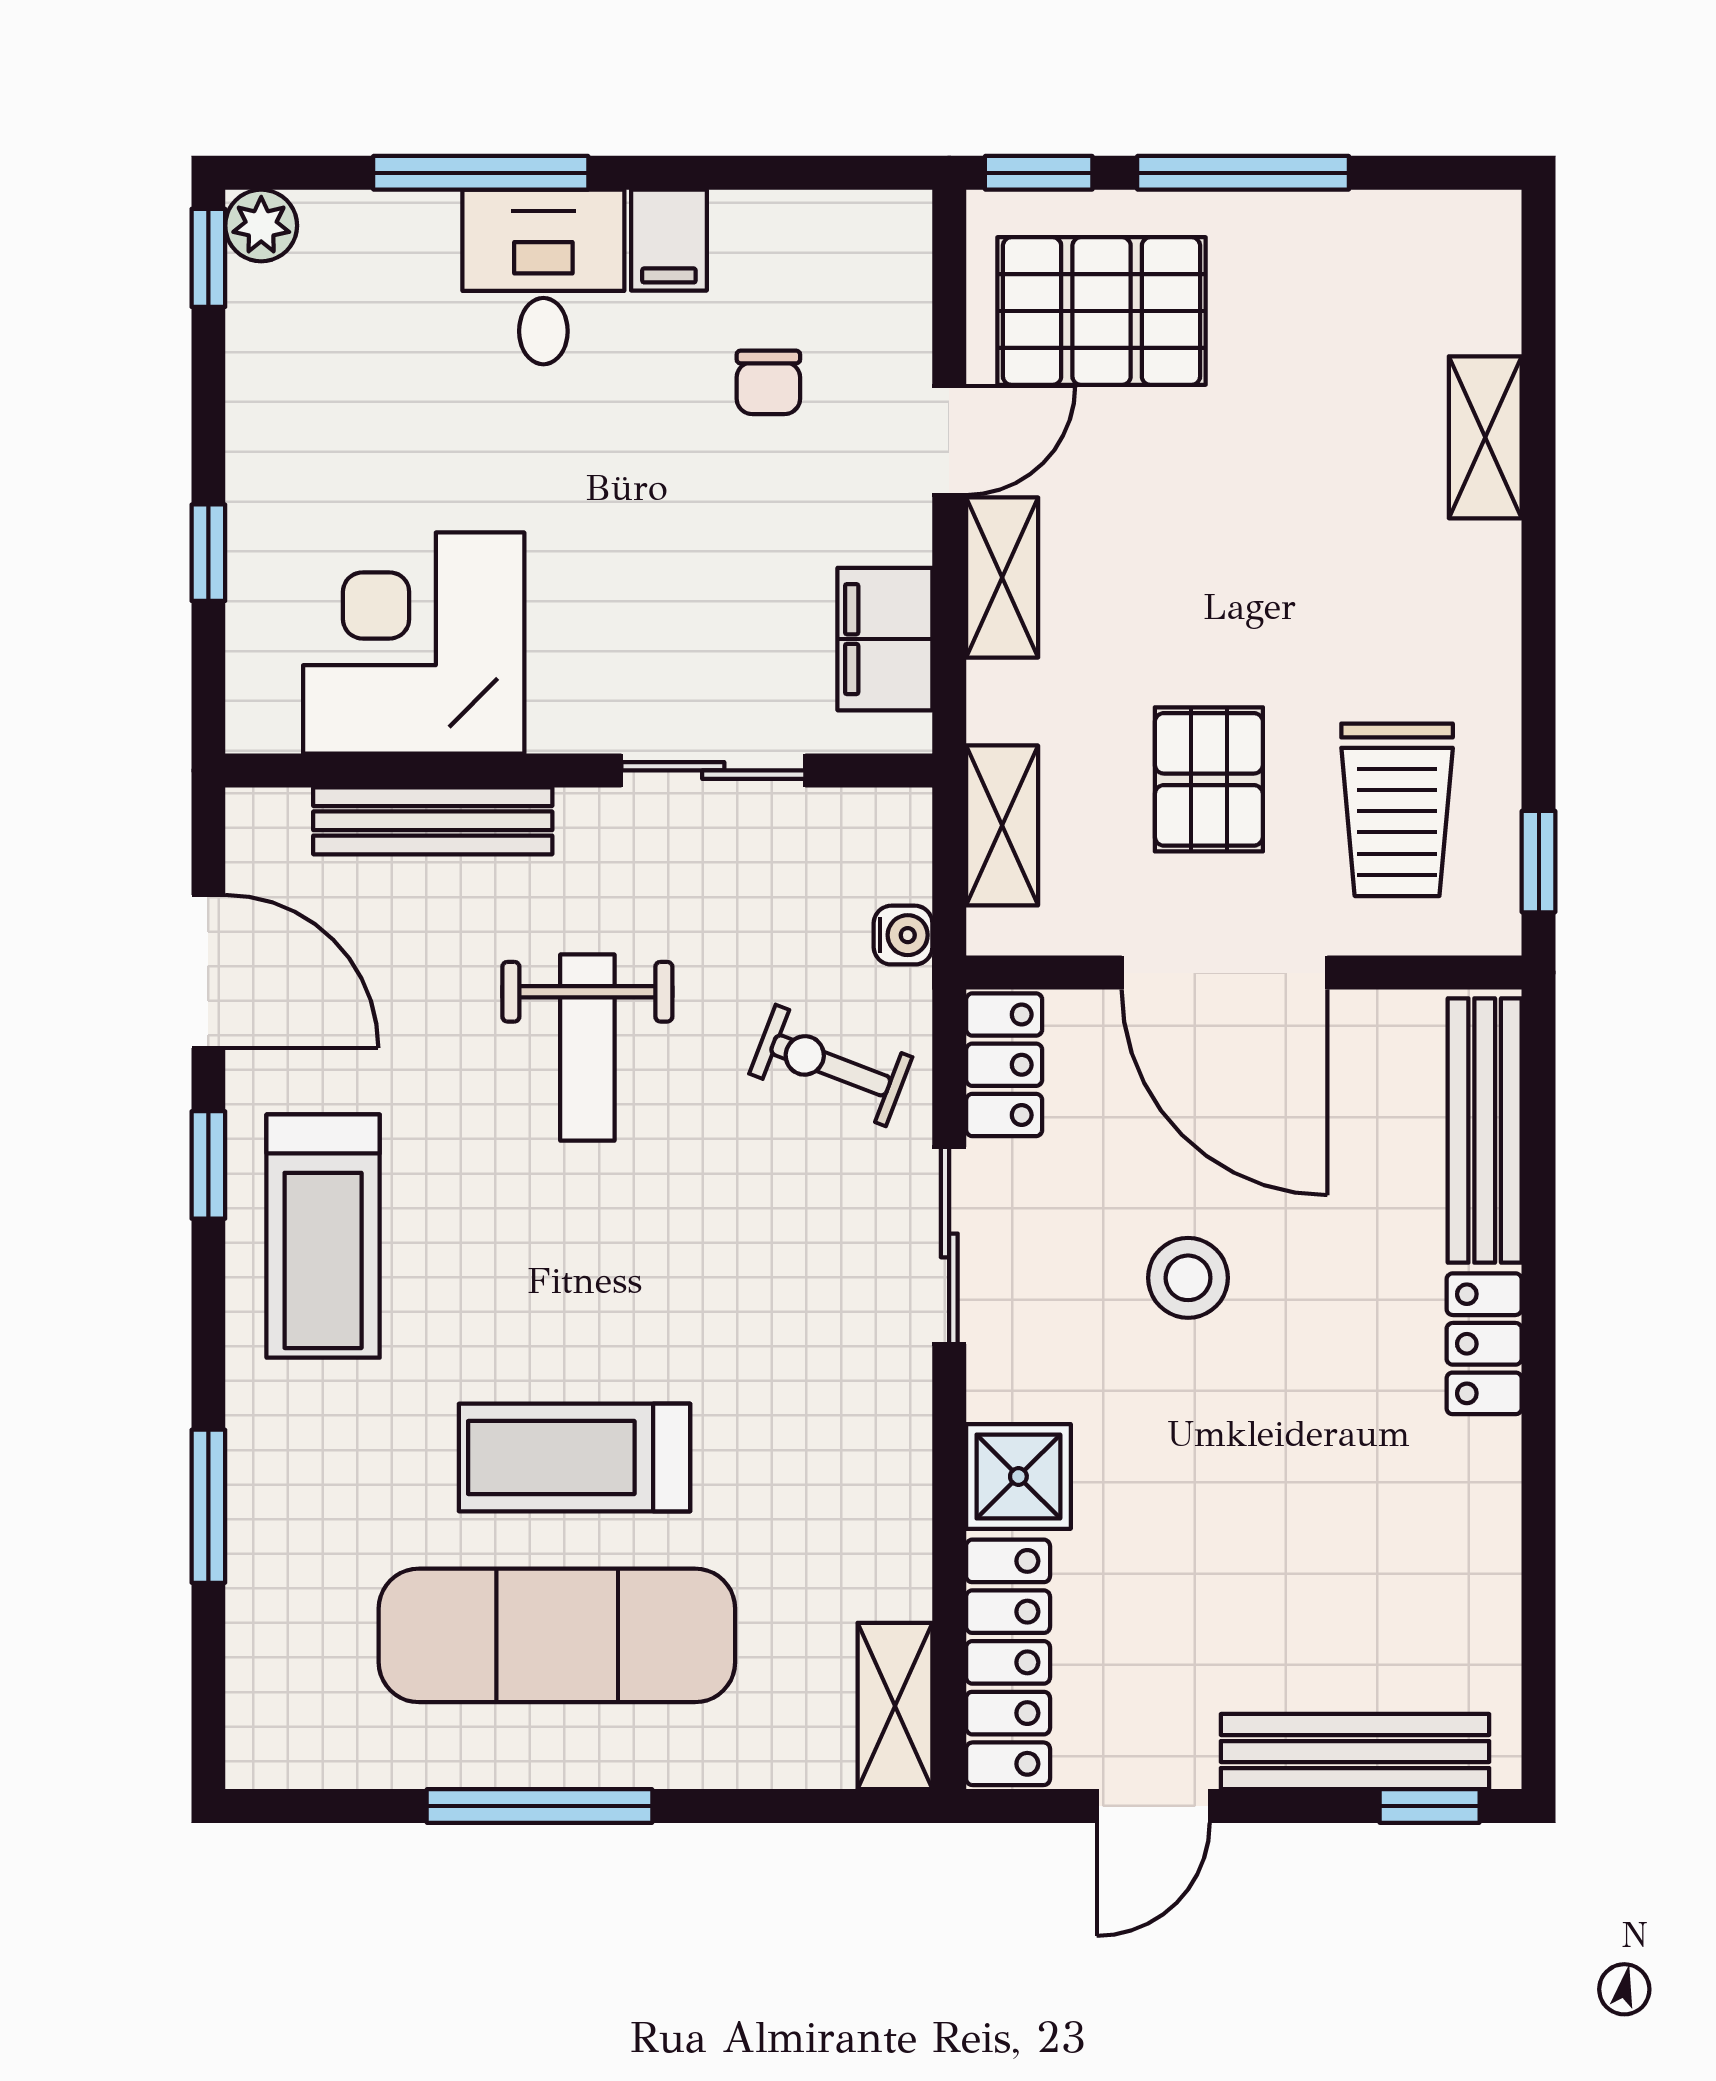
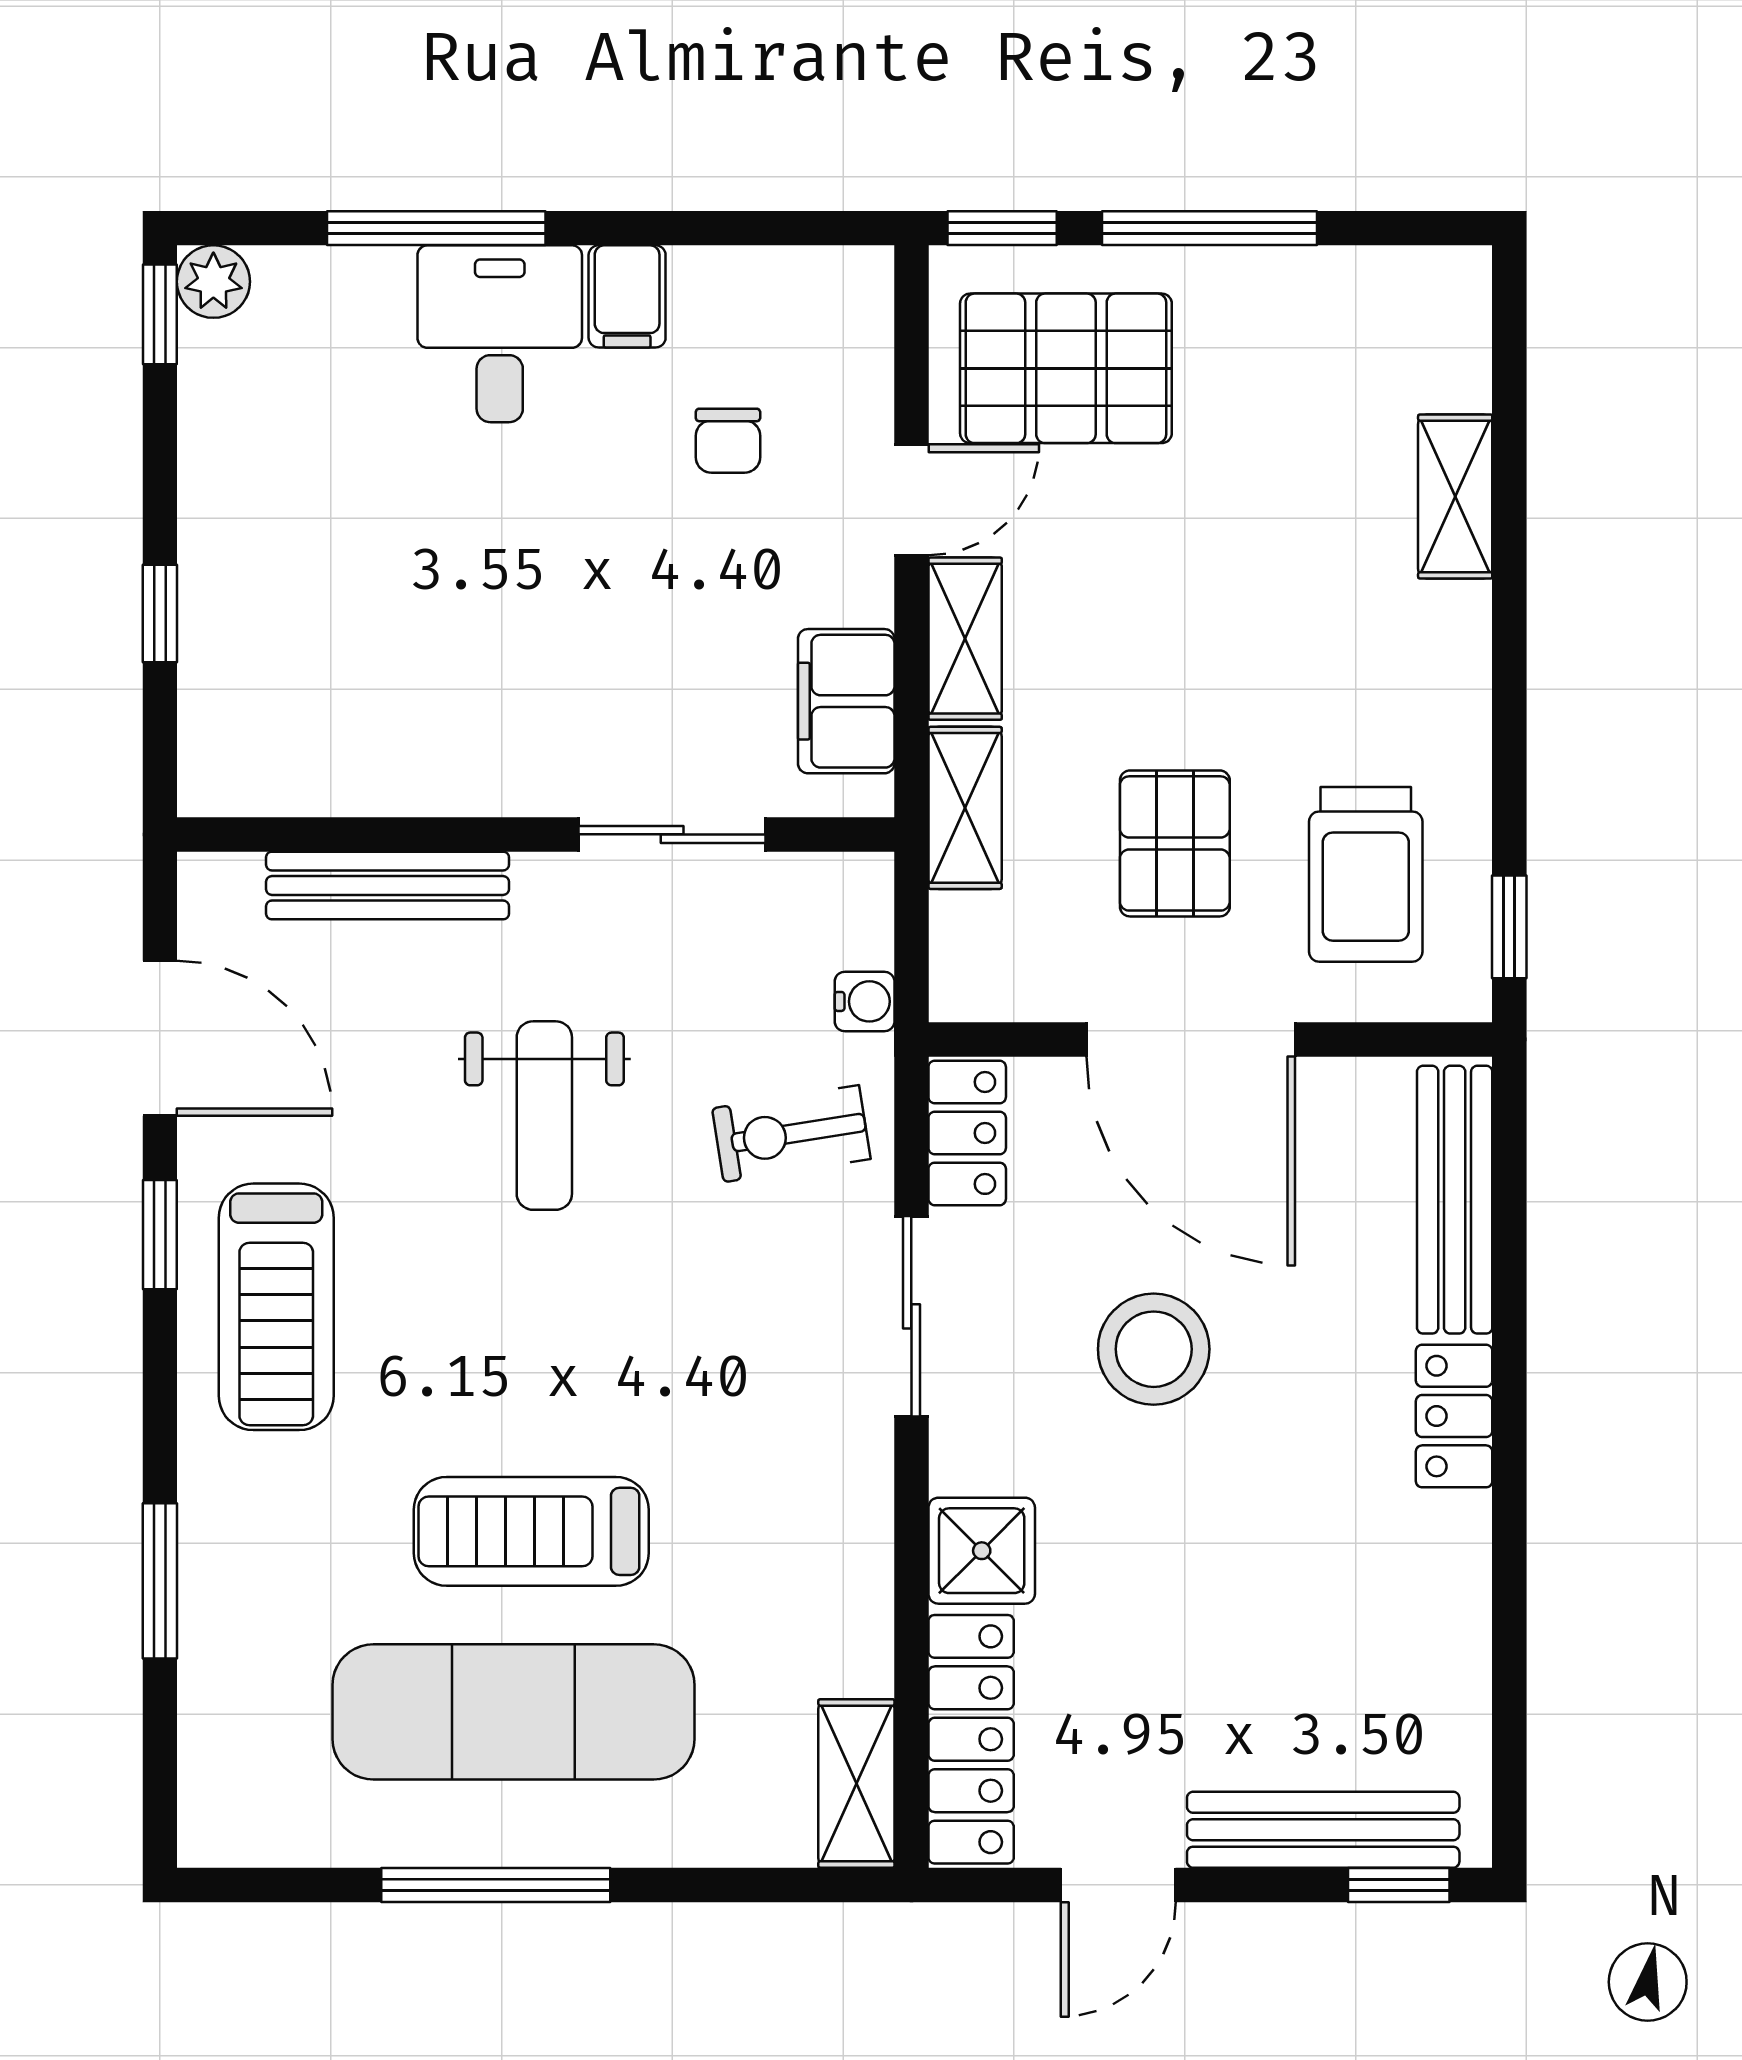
corner desk: (414, 643) -> (368, 705), removed
shelving: (1002, 825) -> (965, 808), moved
exercise bike: (831, 1065) -> (791, 1134), turned -30
stool: (1188, 1278) -> (1154, 1349), width x1.38, depth x1.38

